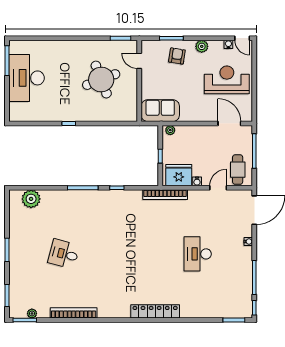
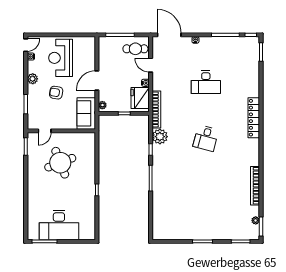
armchair: (177, 56) -> (56, 93), moved
door: (229, 123) -> (97, 80), moved
plant: (31, 199) -> (160, 137), moved
desk: (64, 254) -> (206, 138), moved

